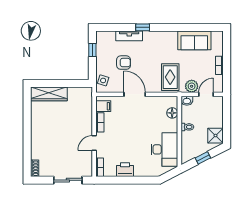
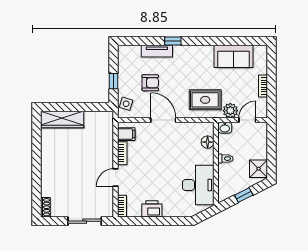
window: (92, 50) -> (113, 81), moved
rug: (170, 77) -> (205, 100), turned 90

